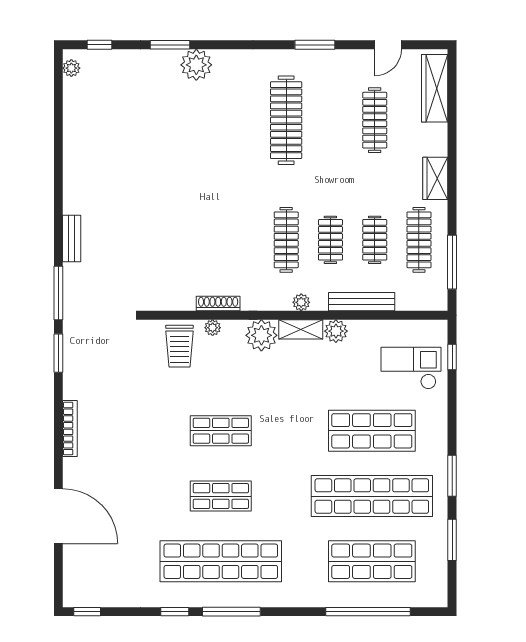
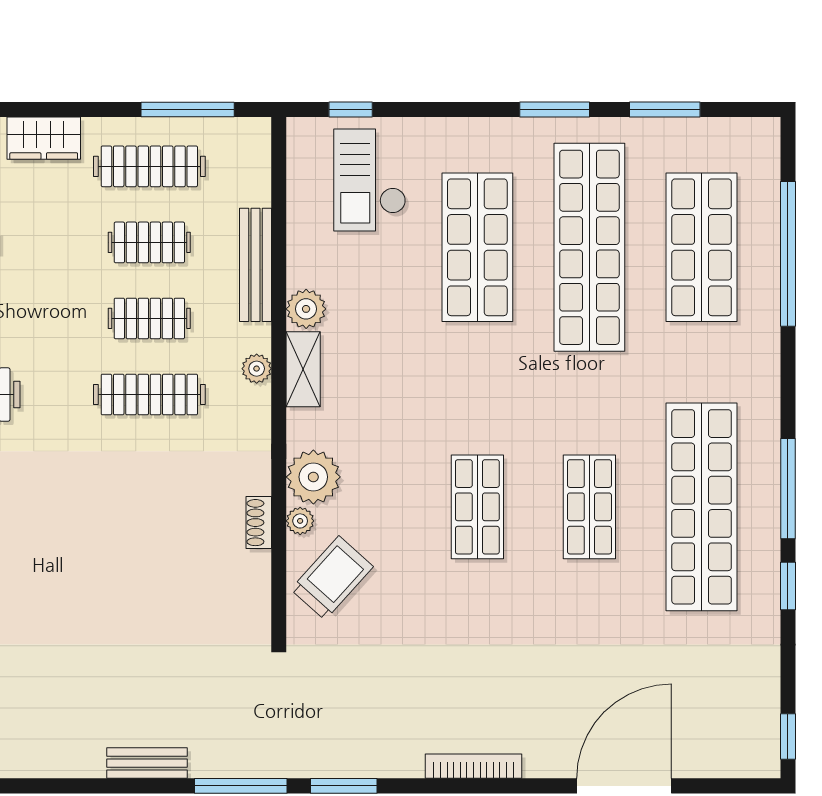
shoe rack: (218, 304) -> (259, 523), width x0.70
plant: (261, 335) -> (313, 477), moved
trolley: (179, 346) -> (332, 578), turned -48

